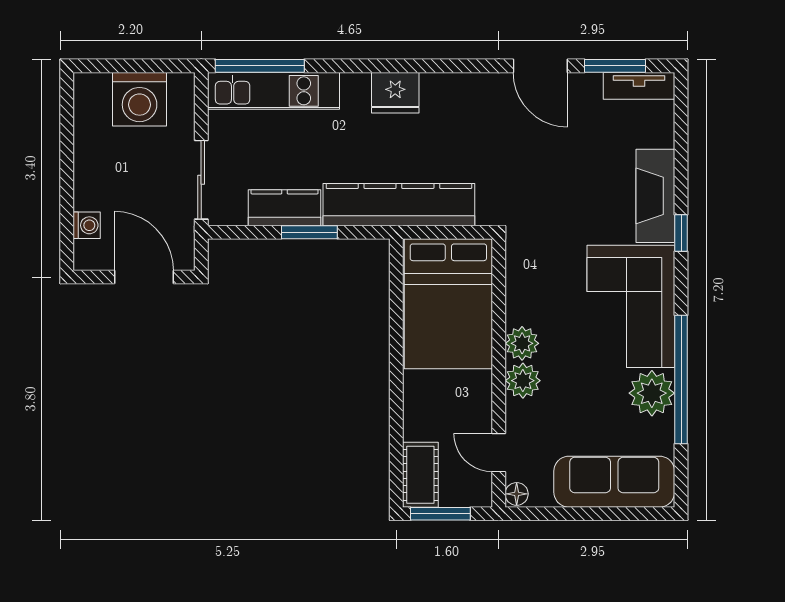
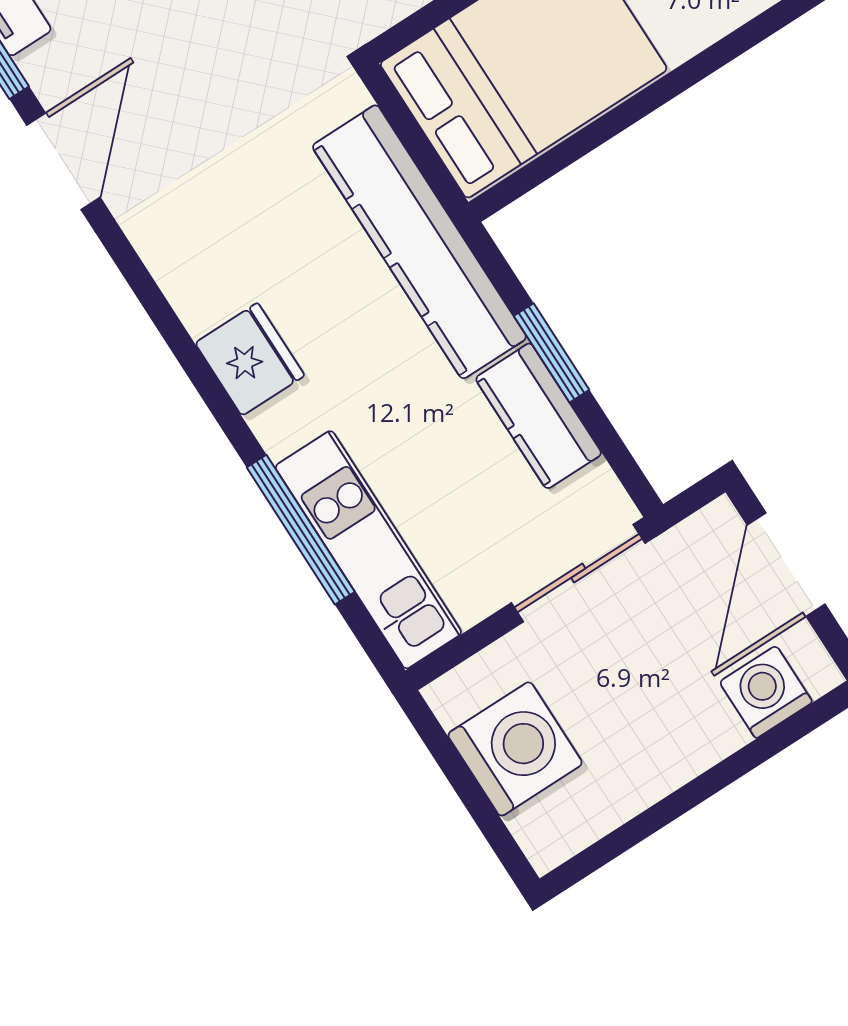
window: (260, 66) -> (301, 530), moved
washing machine: (87, 225) -> (766, 692), width x1.38, depth x1.38

